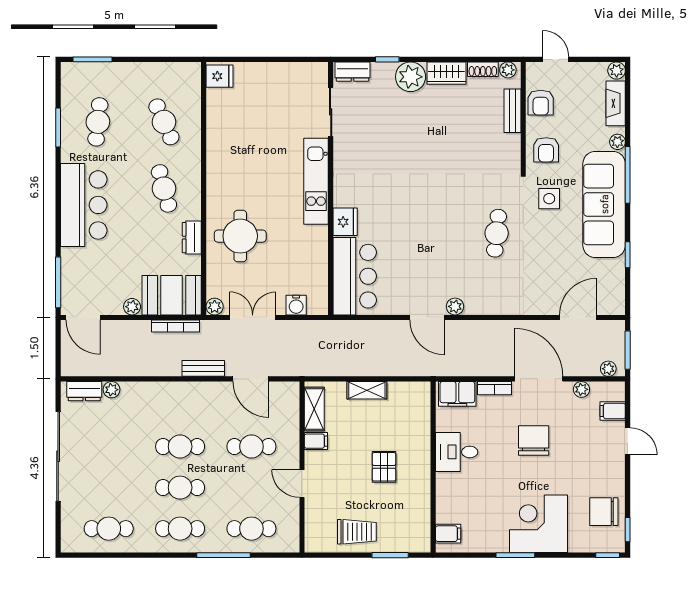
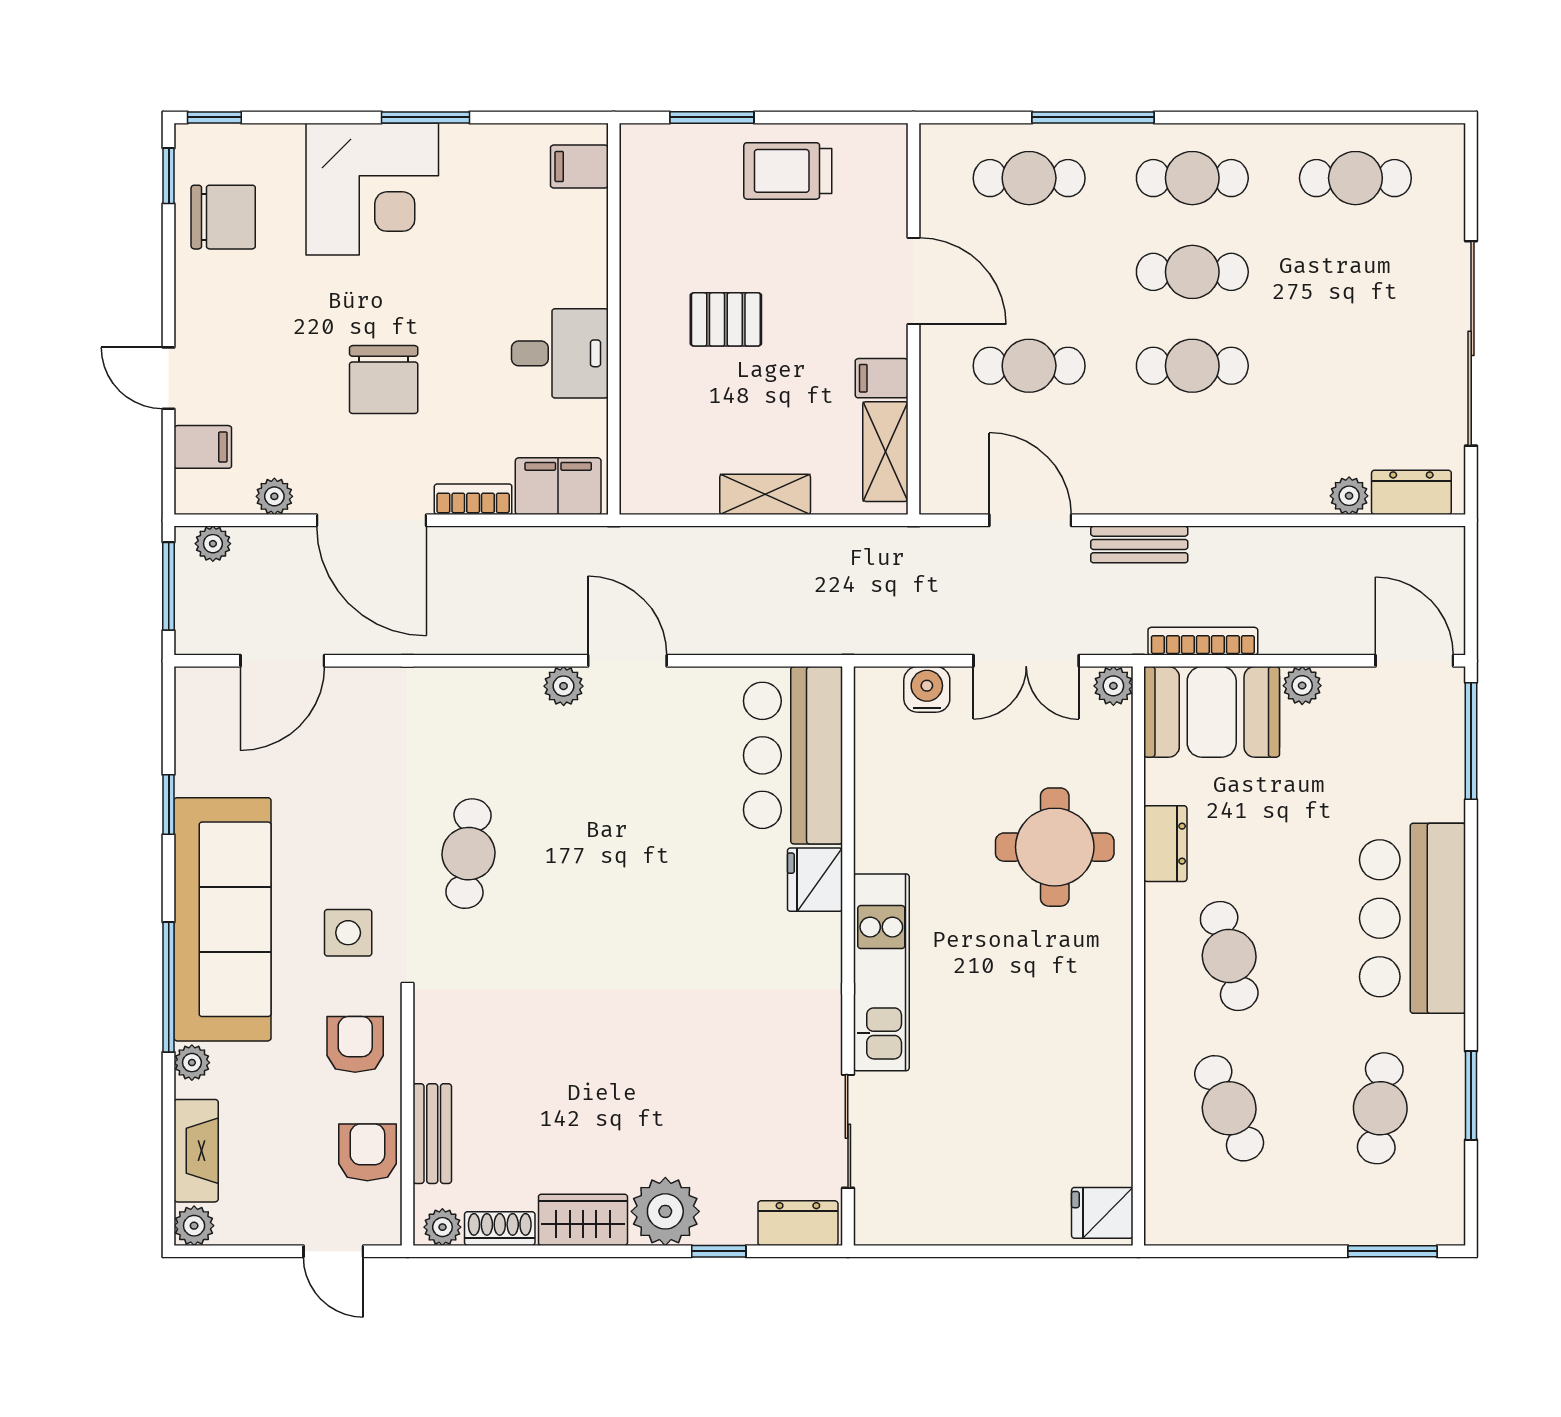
pallet: (384, 467) -> (726, 319), turned 90
door: (302, 484) -> (913, 281), width x1.38

